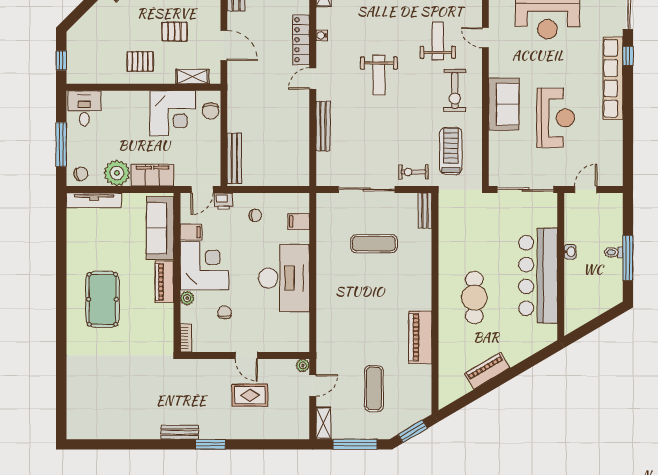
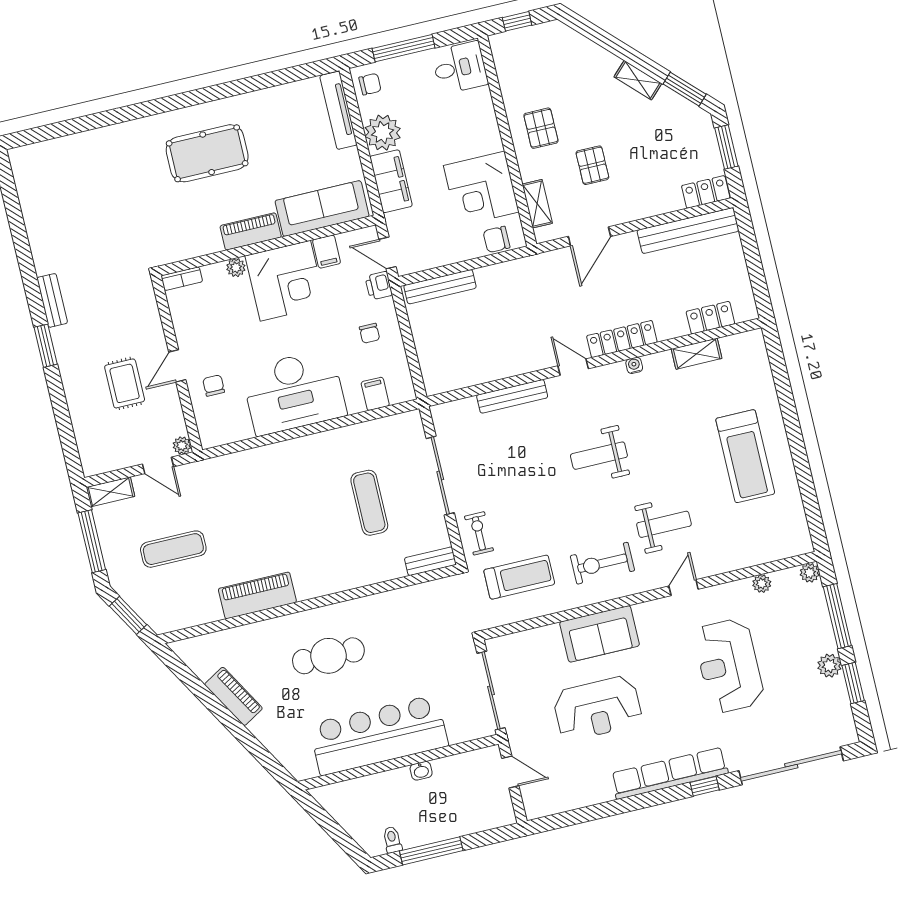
chair: (81, 174) -> (370, 84), turned -76
toilet: (614, 252) -> (392, 840), moved
chair: (225, 312) -> (214, 386), moved, turned -90

